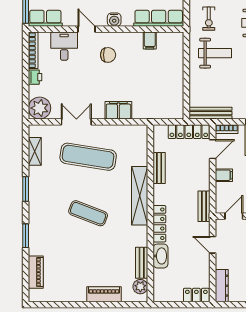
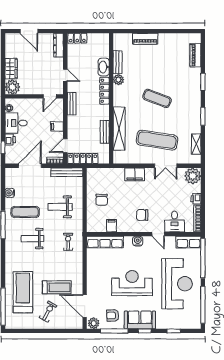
weight bench: (215, 53) -> (60, 207), moved
chair: (163, 76) -> (102, 200), added
shelving: (140, 196) -> (119, 129), moved
plant: (140, 287) -> (118, 80), moved

